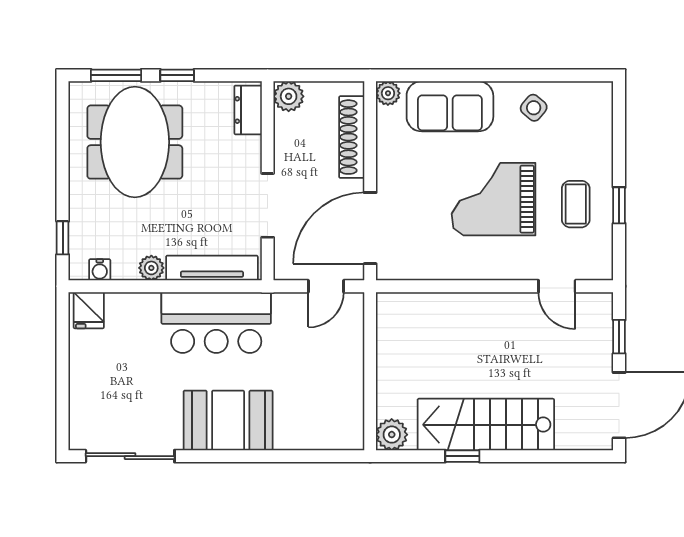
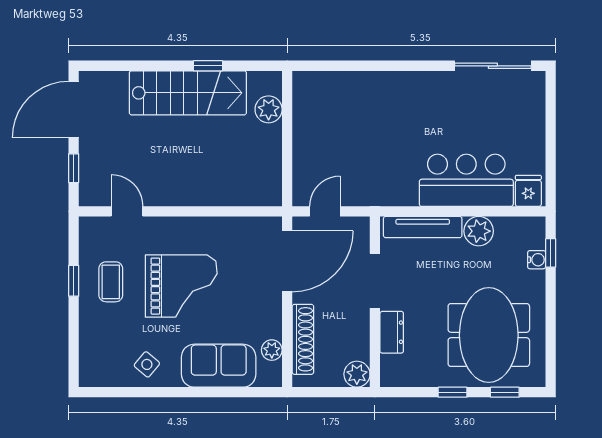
window: (116, 75) -> (505, 392), width x0.67
plant: (388, 93) -> (272, 350), moved
dresser: (248, 110) -> (392, 332), moved
plant: (151, 268) -> (479, 231), width x1.38, depth x1.38
water cooler: (100, 270) -> (537, 260), moved, turned 90
bar counter: (216, 323) -> (466, 180), moved
booth: (228, 420) -> (409, 96), removed
plant: (392, 435) -> (269, 109), moved

